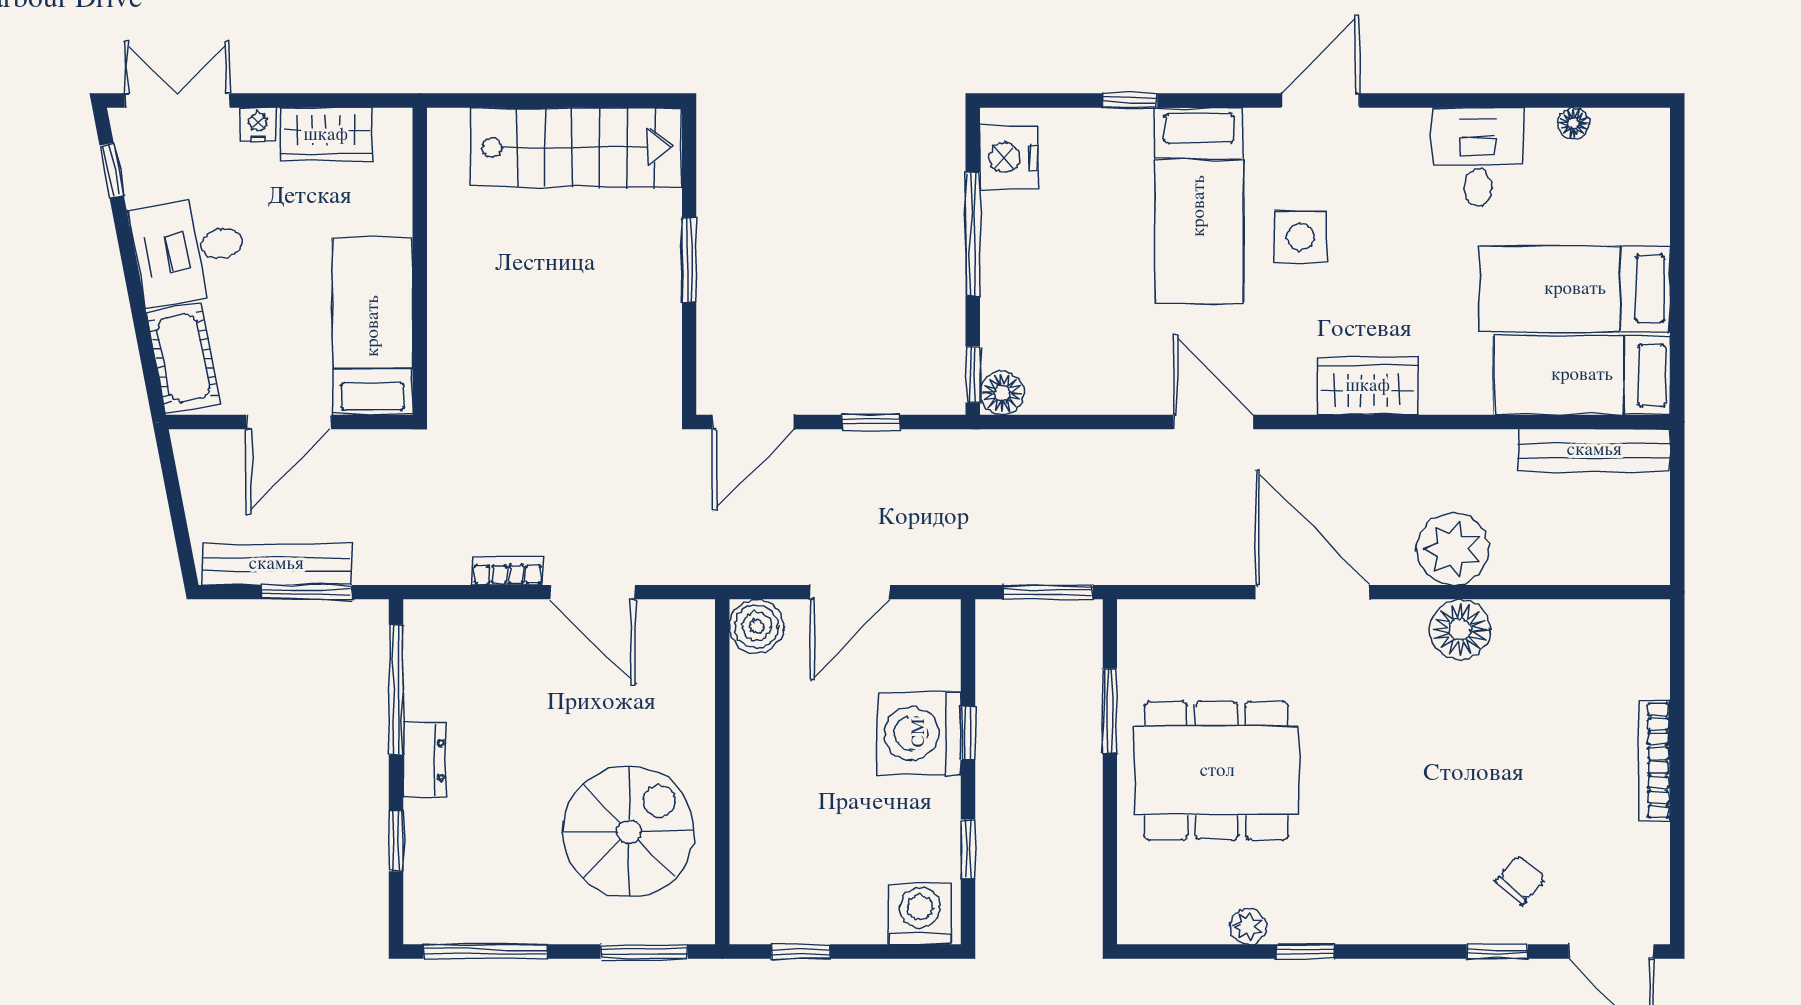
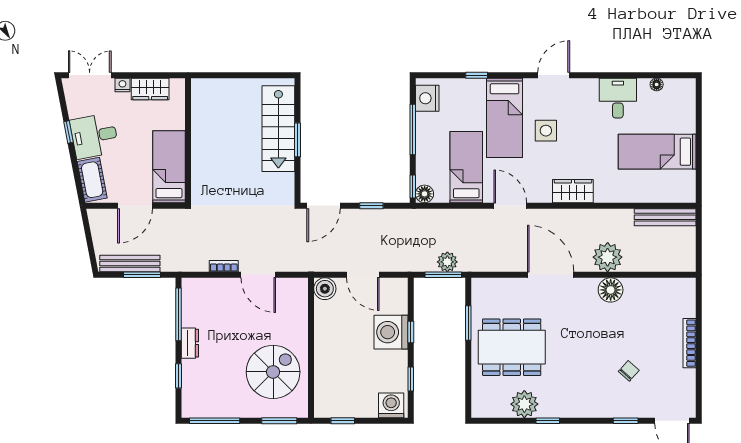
stairs: (576, 147) -> (278, 129), moved, turned 90
window: (112, 170) -> (68, 132), moved
bed: (1582, 375) -> (466, 167), moved, turned 90
plant: (1058, 560) -> (447, 262), added
door: (850, 592) -> (363, 275), hinge flipped
chair: (1521, 880) -> (629, 371), moved
plant: (1248, 926) -> (524, 404), width x1.87, depth x1.87

